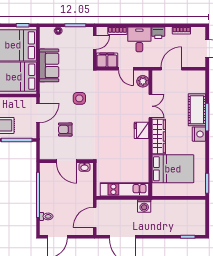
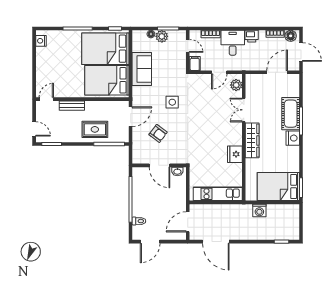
plant: (69, 33) -> (162, 36), added
floor lamp: (197, 33) -> (291, 36), added
door: (95, 42) -> (188, 46), hinge flipped
filing cabinet: (107, 60) -> (195, 63), width x0.50
door: (126, 69) -> (219, 72), hinge flipped
door: (171, 69) -> (277, 72), moved
double door: (150, 106) -> (244, 110), swing flipped
armchair: (65, 129) -> (158, 133), turned -143
fridge: (142, 130) -> (235, 154), moved
bed: (173, 169) -> (278, 187), moved, turned 180
washing machine: (144, 206) -> (259, 210), moved

